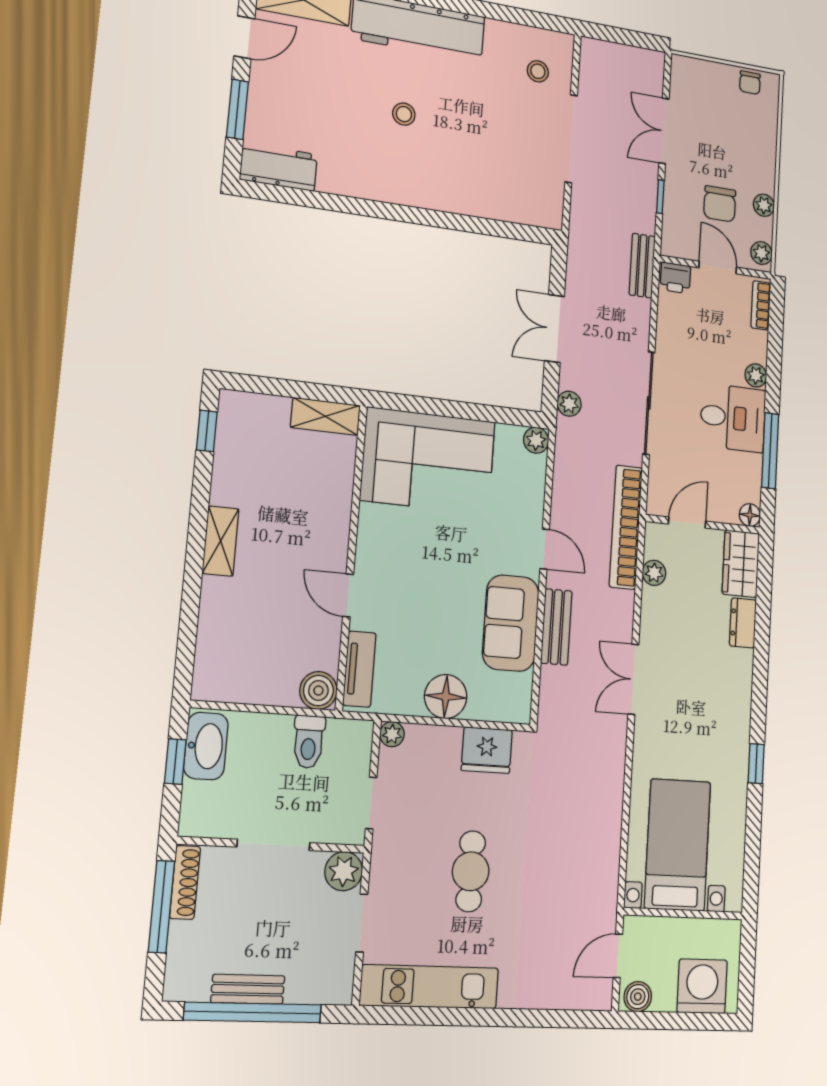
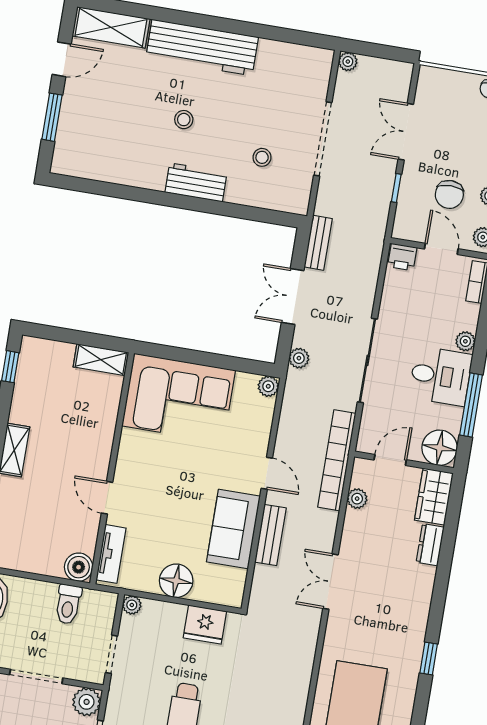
plant: (591, 48) -> (348, 62), added
stool: (538, 71) -> (262, 157), moved
workbench: (279, 167) -> (196, 182), moved
bench: (642, 266) -> (318, 243), moved
floor lamp: (750, 515) -> (440, 448), width x1.89, depth x1.89

